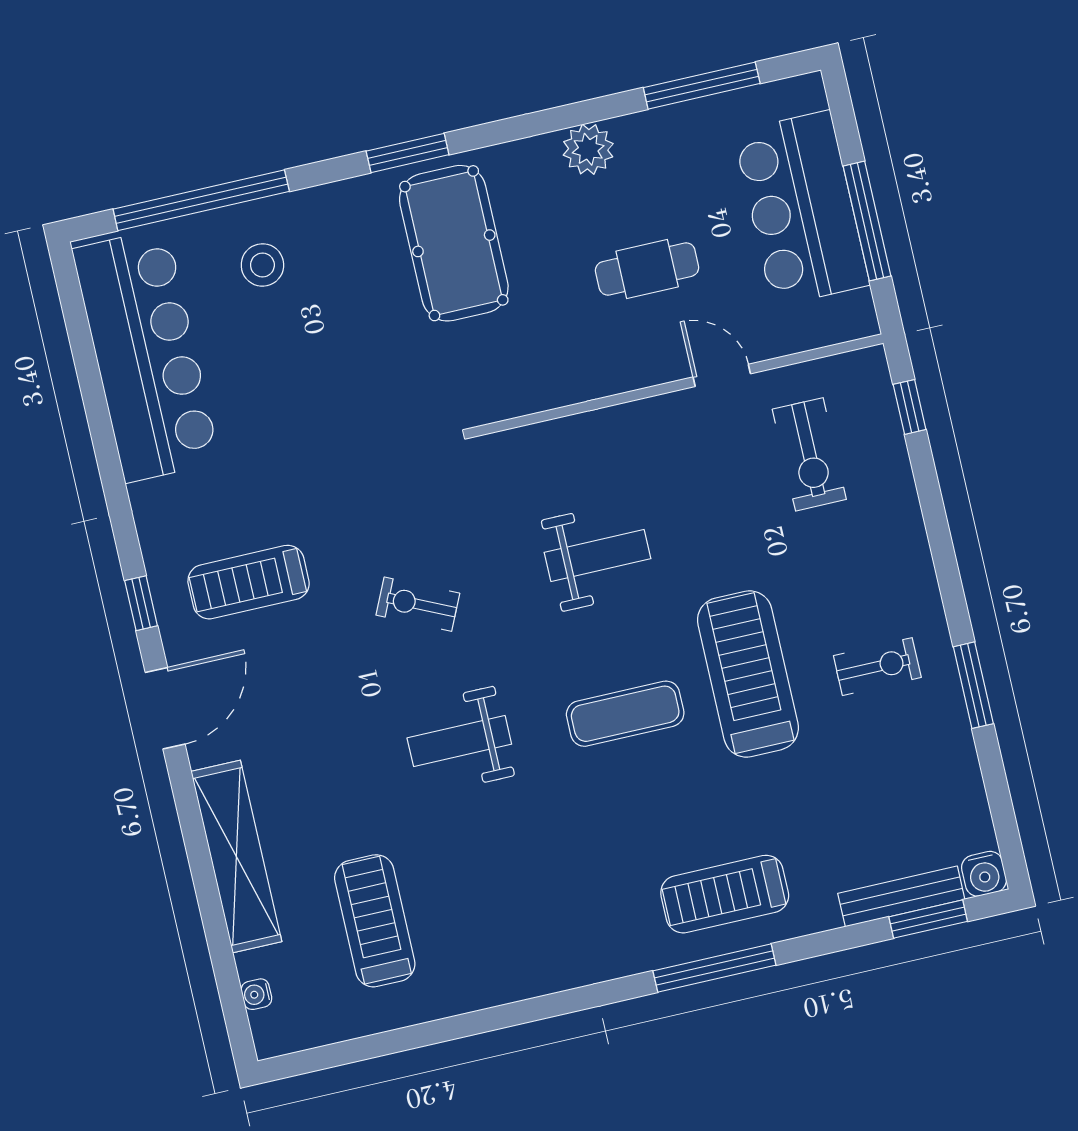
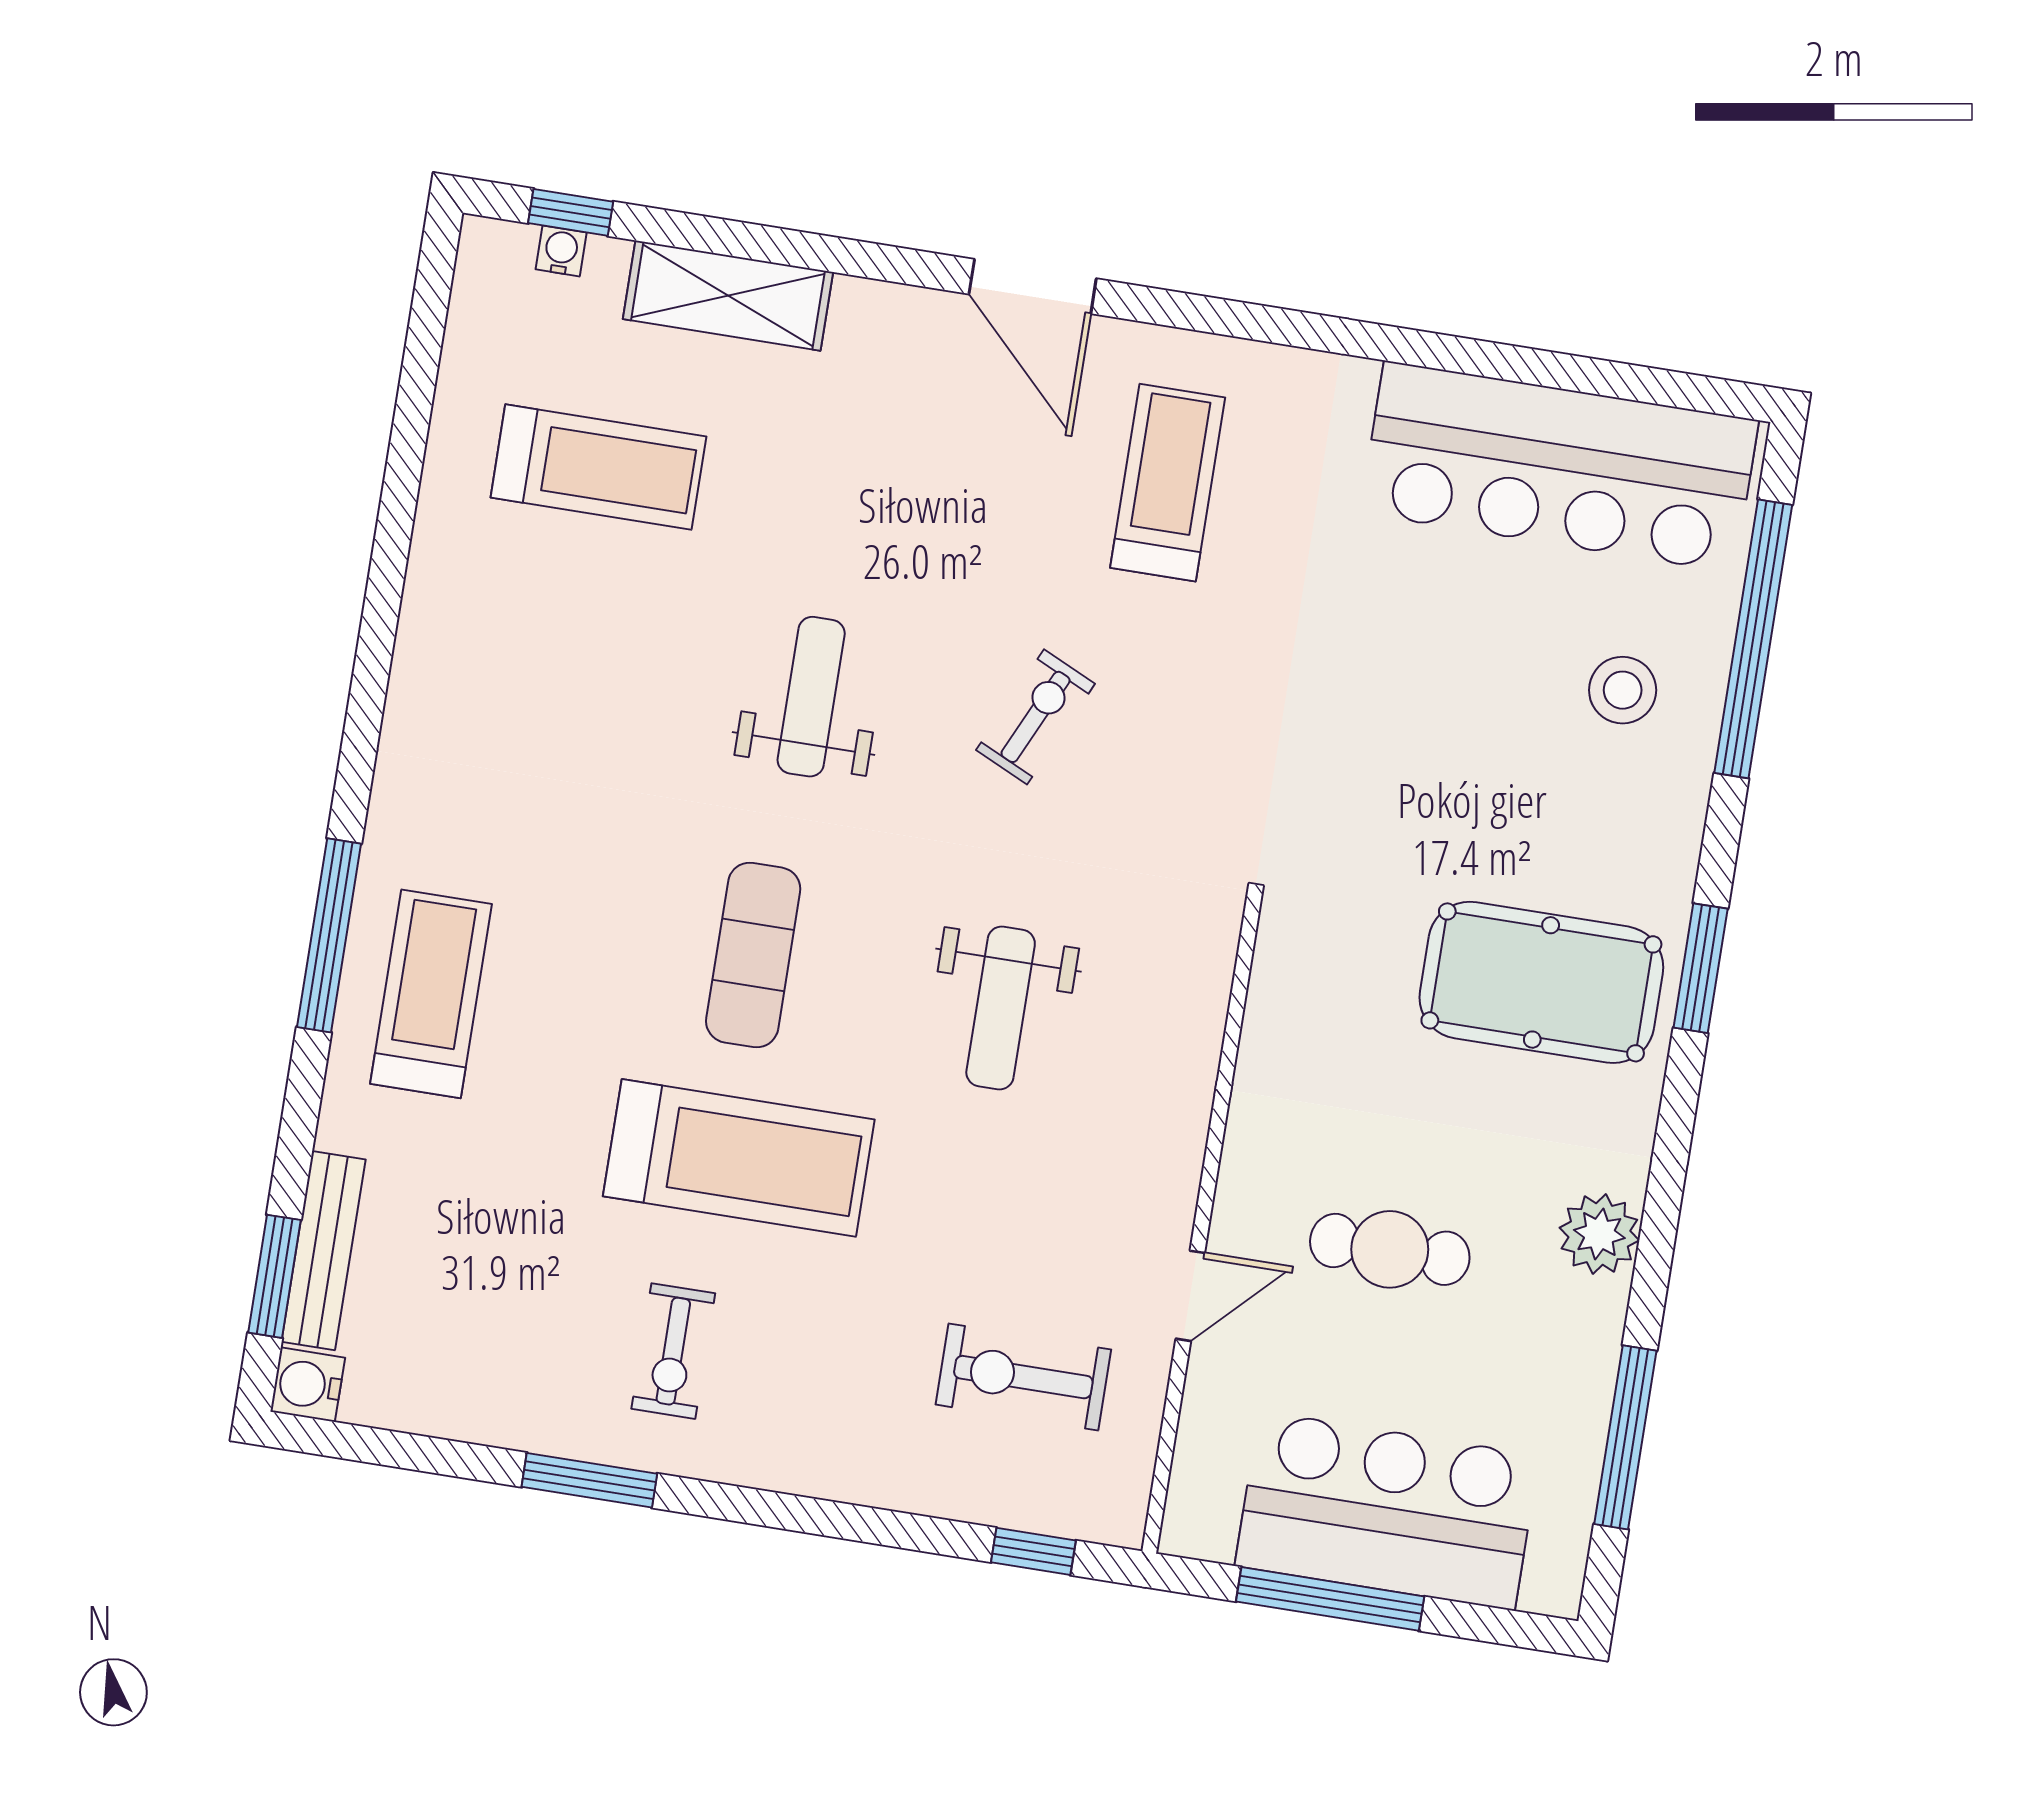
cafe table: (647, 269) -> (1390, 1249), turned 90
window: (141, 603) -> (571, 212), moved
shelving: (236, 857) -> (728, 296), width x0.68

